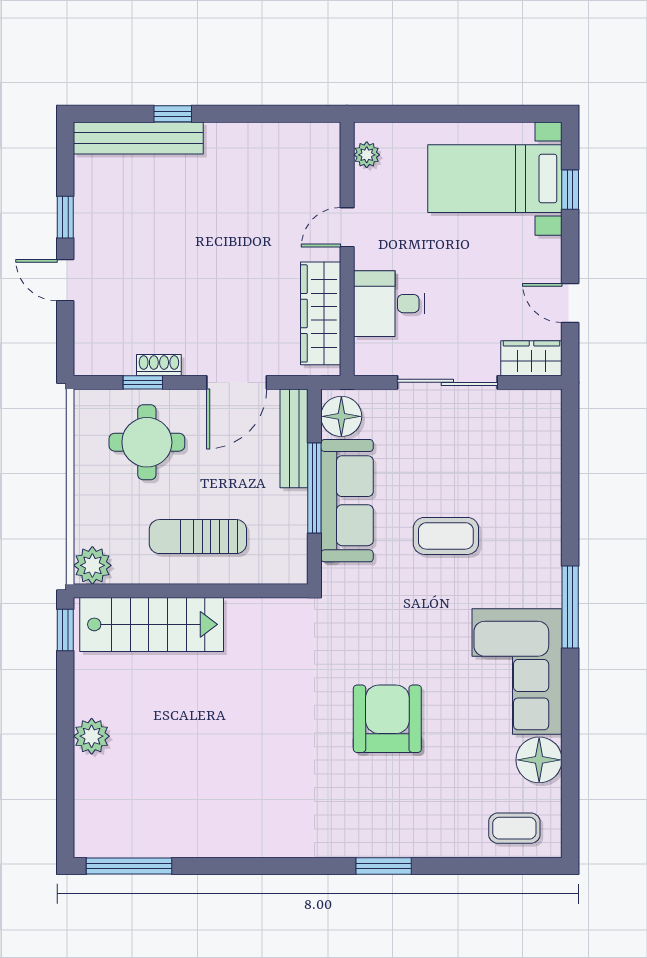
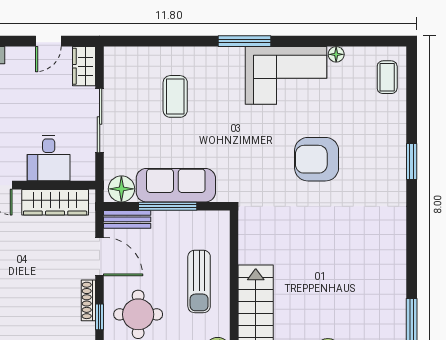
shoe rack: (159, 365) -> (88, 300), width x1.43
bench: (294, 438) -> (127, 219), width x0.73
coffee table: (446, 536) -> (175, 96), moved
floor lamp: (539, 760) -> (336, 54), width x0.53, depth x0.53

